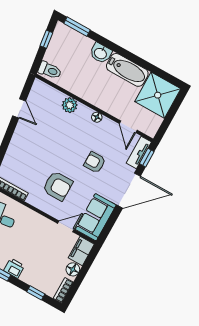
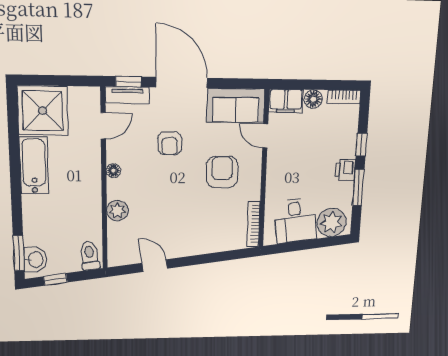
washbasin: (101, 53) -> (35, 260), moved
door: (19, 108) -> (155, 266), hinge flipped
window: (36, 293) -> (361, 145), moved

